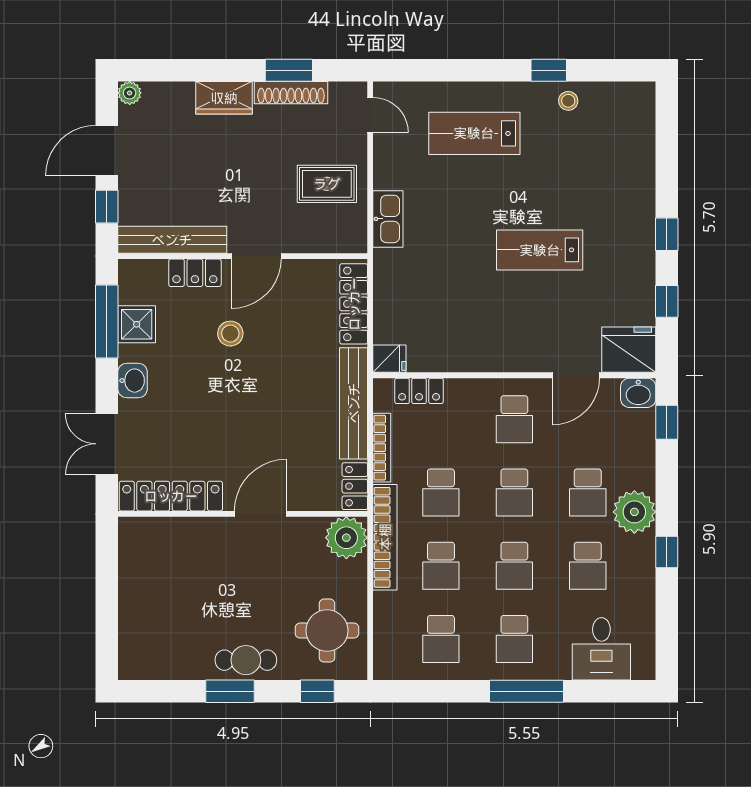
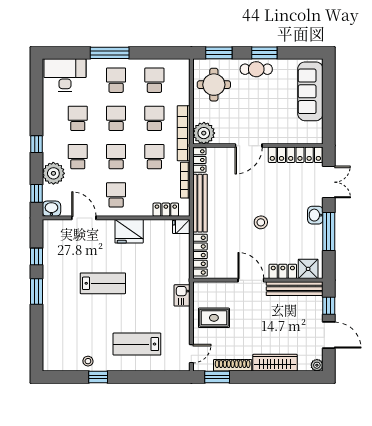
window: (289, 70) -> (217, 377), moved
wardrobe: (224, 98) -> (275, 363), width x1.50
door: (370, 115) -> (191, 354), swing flipped
lab bench: (474, 133) -> (137, 344), turned 180
door: (107, 151) -> (329, 335), hinge flipped
kitchen sink: (388, 219) -> (182, 295), width x0.73
window: (667, 234) -> (36, 291), width x1.50
door: (256, 256) -> (251, 280), hinge flipped
window: (107, 322) -> (329, 232), moved
shower: (137, 324) -> (308, 269), moved
stool: (230, 334) -> (261, 222), moved
fridge: (629, 350) -> (129, 231), moved
door: (576, 375) -> (84, 218), hinge flipped
plant: (634, 512) -> (53, 173), moved
window: (667, 552) -> (36, 144), moved
sofa: (142, 618) -> (310, 91), added
desk: (601, 649) -> (65, 75), width x1.37
window: (317, 691) -> (219, 53), width x1.50

